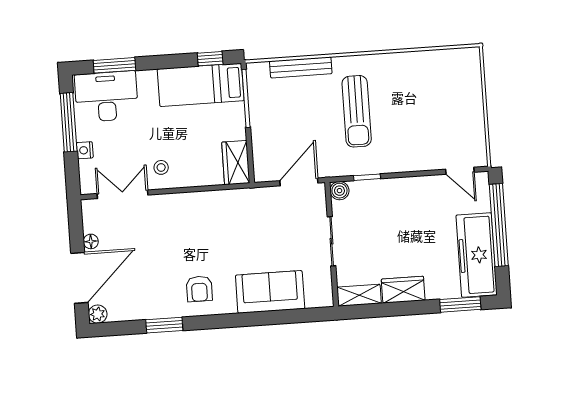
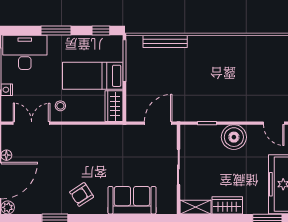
window: (114, 65) -> (56, 31), moved
bed: (201, 85) -> (93, 76), moved
sun lounger: (357, 111) -> (203, 75), removed
boiler: (339, 191) -> (234, 137), moved, width x1.86, depth x1.86
armchair: (199, 289) -> (82, 194), turned 57

